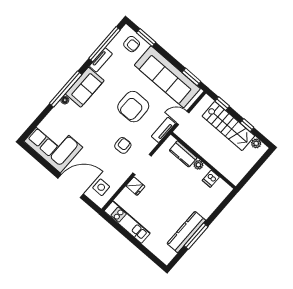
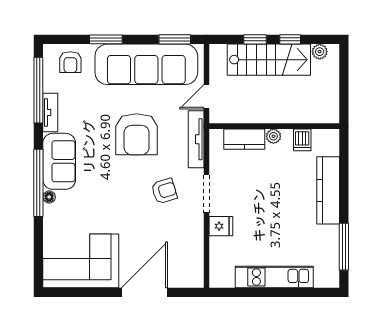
window: (146, 37) -> (106, 39), moved
armchair: (132, 44) -> (70, 62), turned 90
window: (222, 104) -> (255, 39), moved
tv unit: (163, 130) -> (196, 139), width x1.41
armchair: (123, 145) -> (164, 191), turned 76
side table: (101, 187) -> (182, 263), removed
kitchen unit: (127, 222) -> (274, 277), moved
kitchen counter: (186, 232) -> (328, 190), moved
window: (196, 236) -> (344, 247), moved

